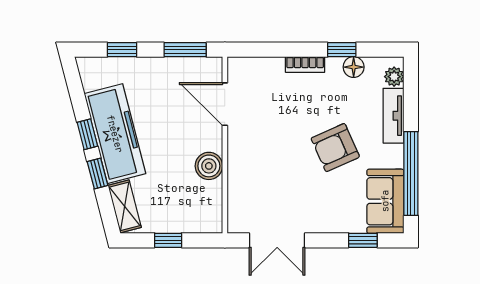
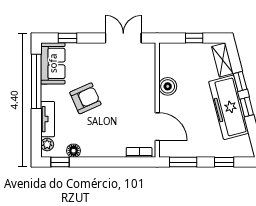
window: (342, 50) -> (60, 162), moved
bookcase: (305, 64) -> (139, 152), moved

